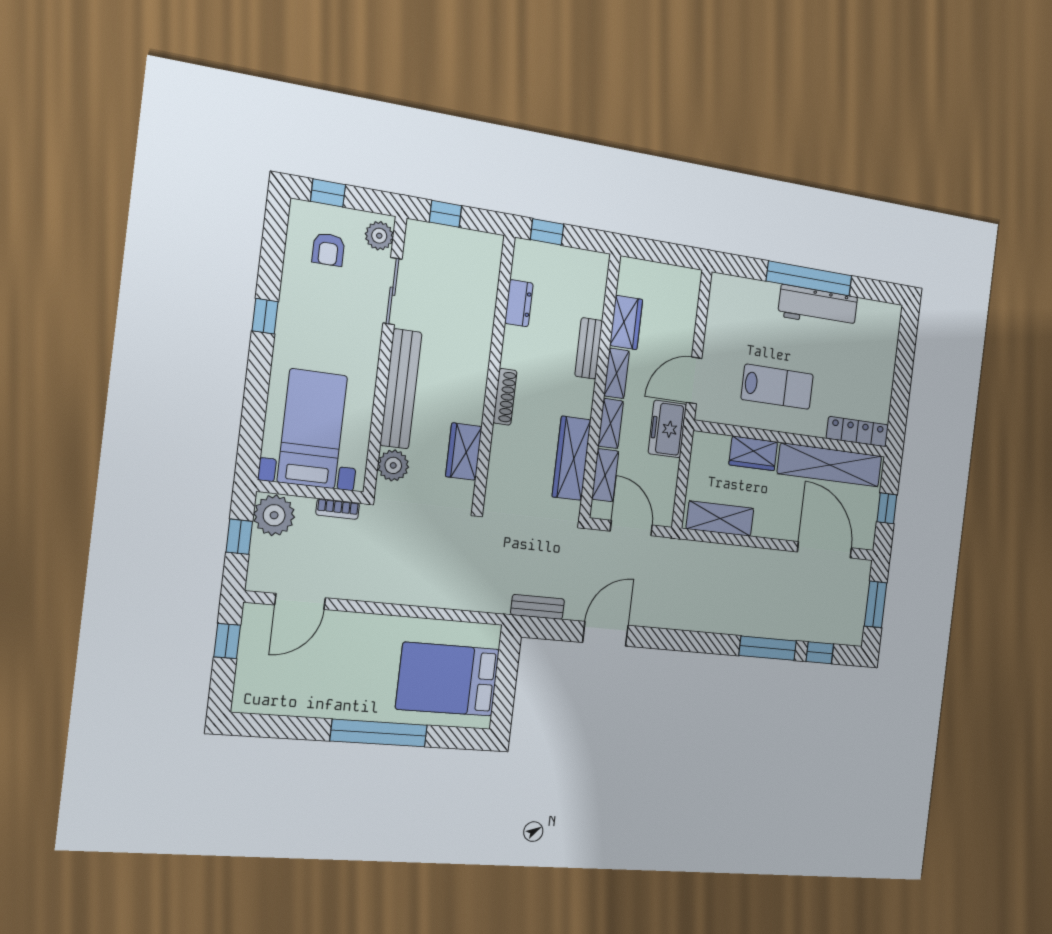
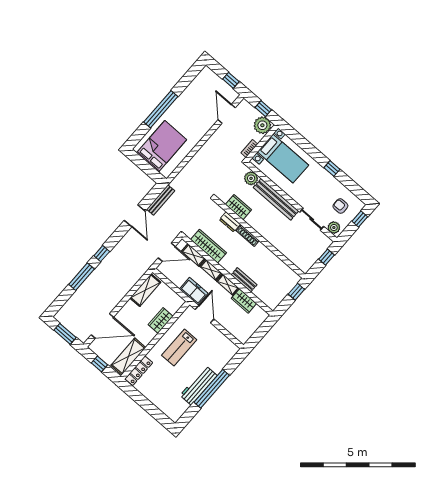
dresser: (519, 303) -> (230, 222), moved
shelving: (830, 465) -> (128, 357), width x0.68
bench: (538, 607) -> (161, 200), width x1.36
window: (820, 653) -> (102, 254), moved

